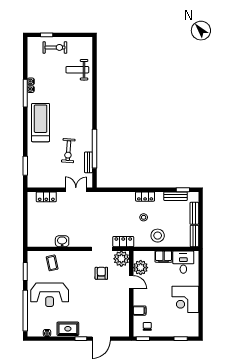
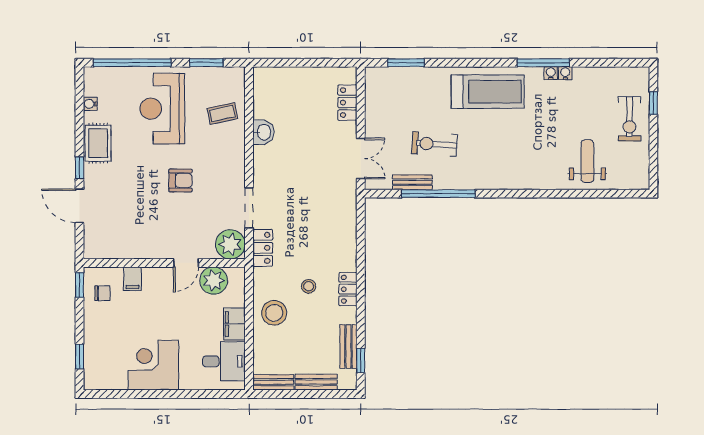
armchair: (101, 273) -> (181, 180), moved

